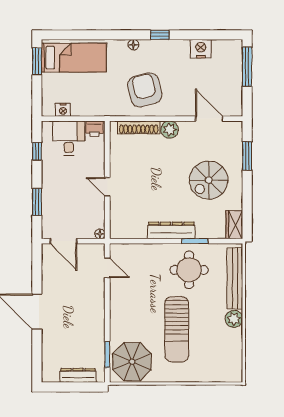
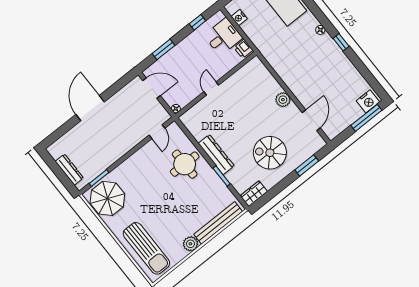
nightstand: (201, 49) -> (368, 101), moved, turned 90
armchair: (145, 90) -> (296, 62), removed
shoe rack: (139, 128) -> (268, 78), removed
door: (64, 241) -> (151, 88), swing flipped
round table: (189, 270) -> (185, 164), moved
sun lounger: (177, 329) -> (146, 248), moved, turned -90

